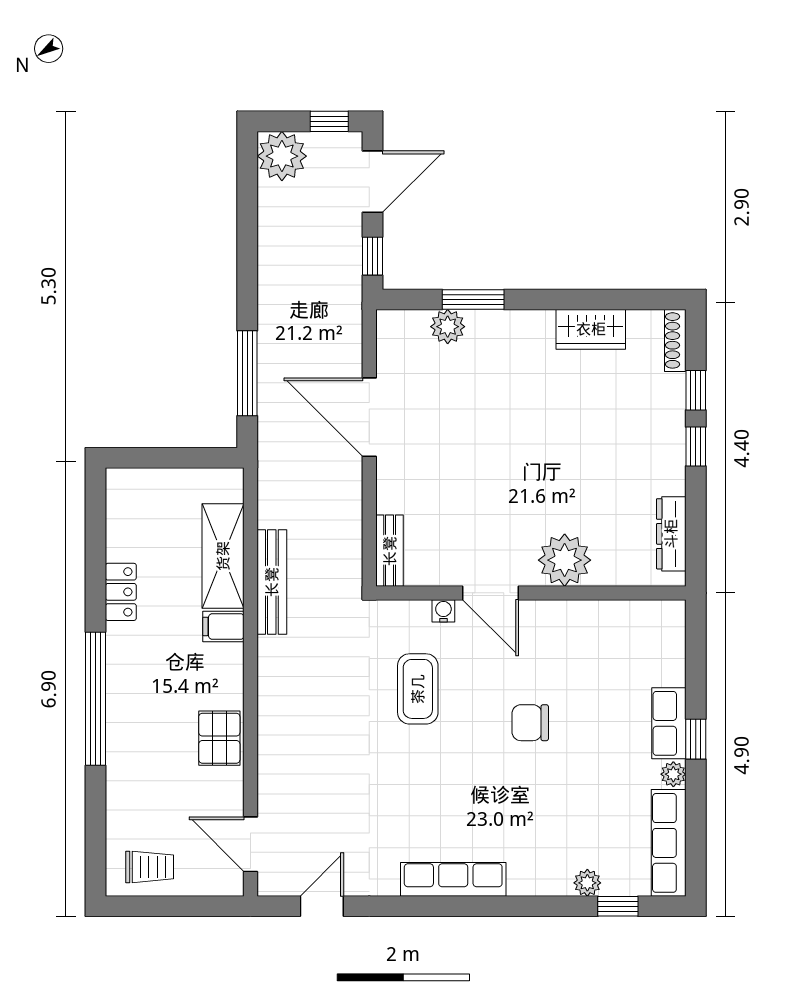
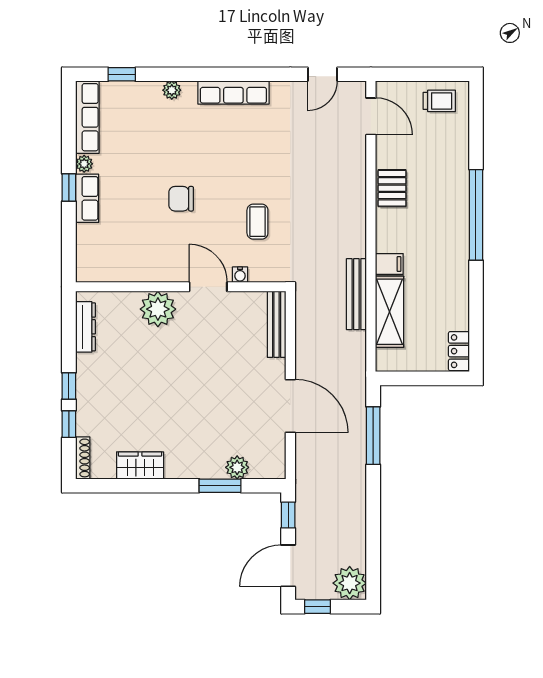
bench: (390, 551) -> (277, 324), width x1.36
locker: (121, 592) -> (459, 351), moved
coffee table: (418, 689) -> (257, 222), width x0.73, depth x0.77
chair: (530, 723) -> (181, 199), turned 180
trolley: (150, 867) -> (439, 101), turned 180
plant: (587, 883) -> (172, 90), moved

